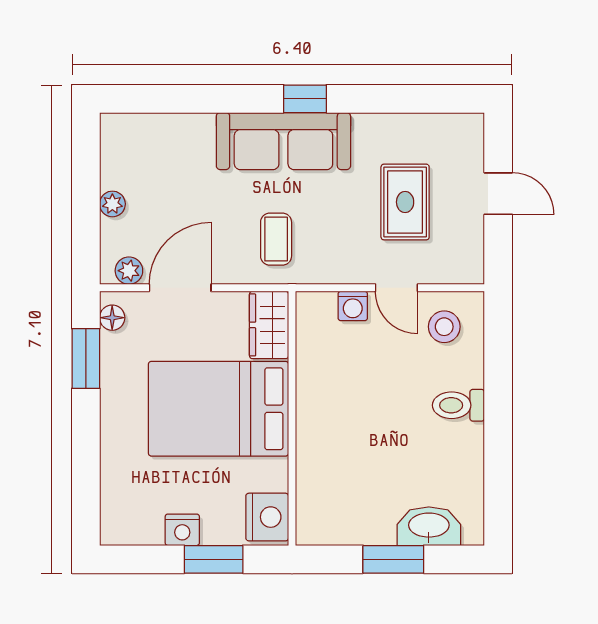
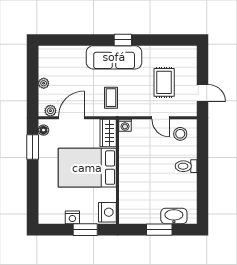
door: (498, 194) -> (202, 93), moved
washing machine: (353, 306) -> (125, 125), moved

